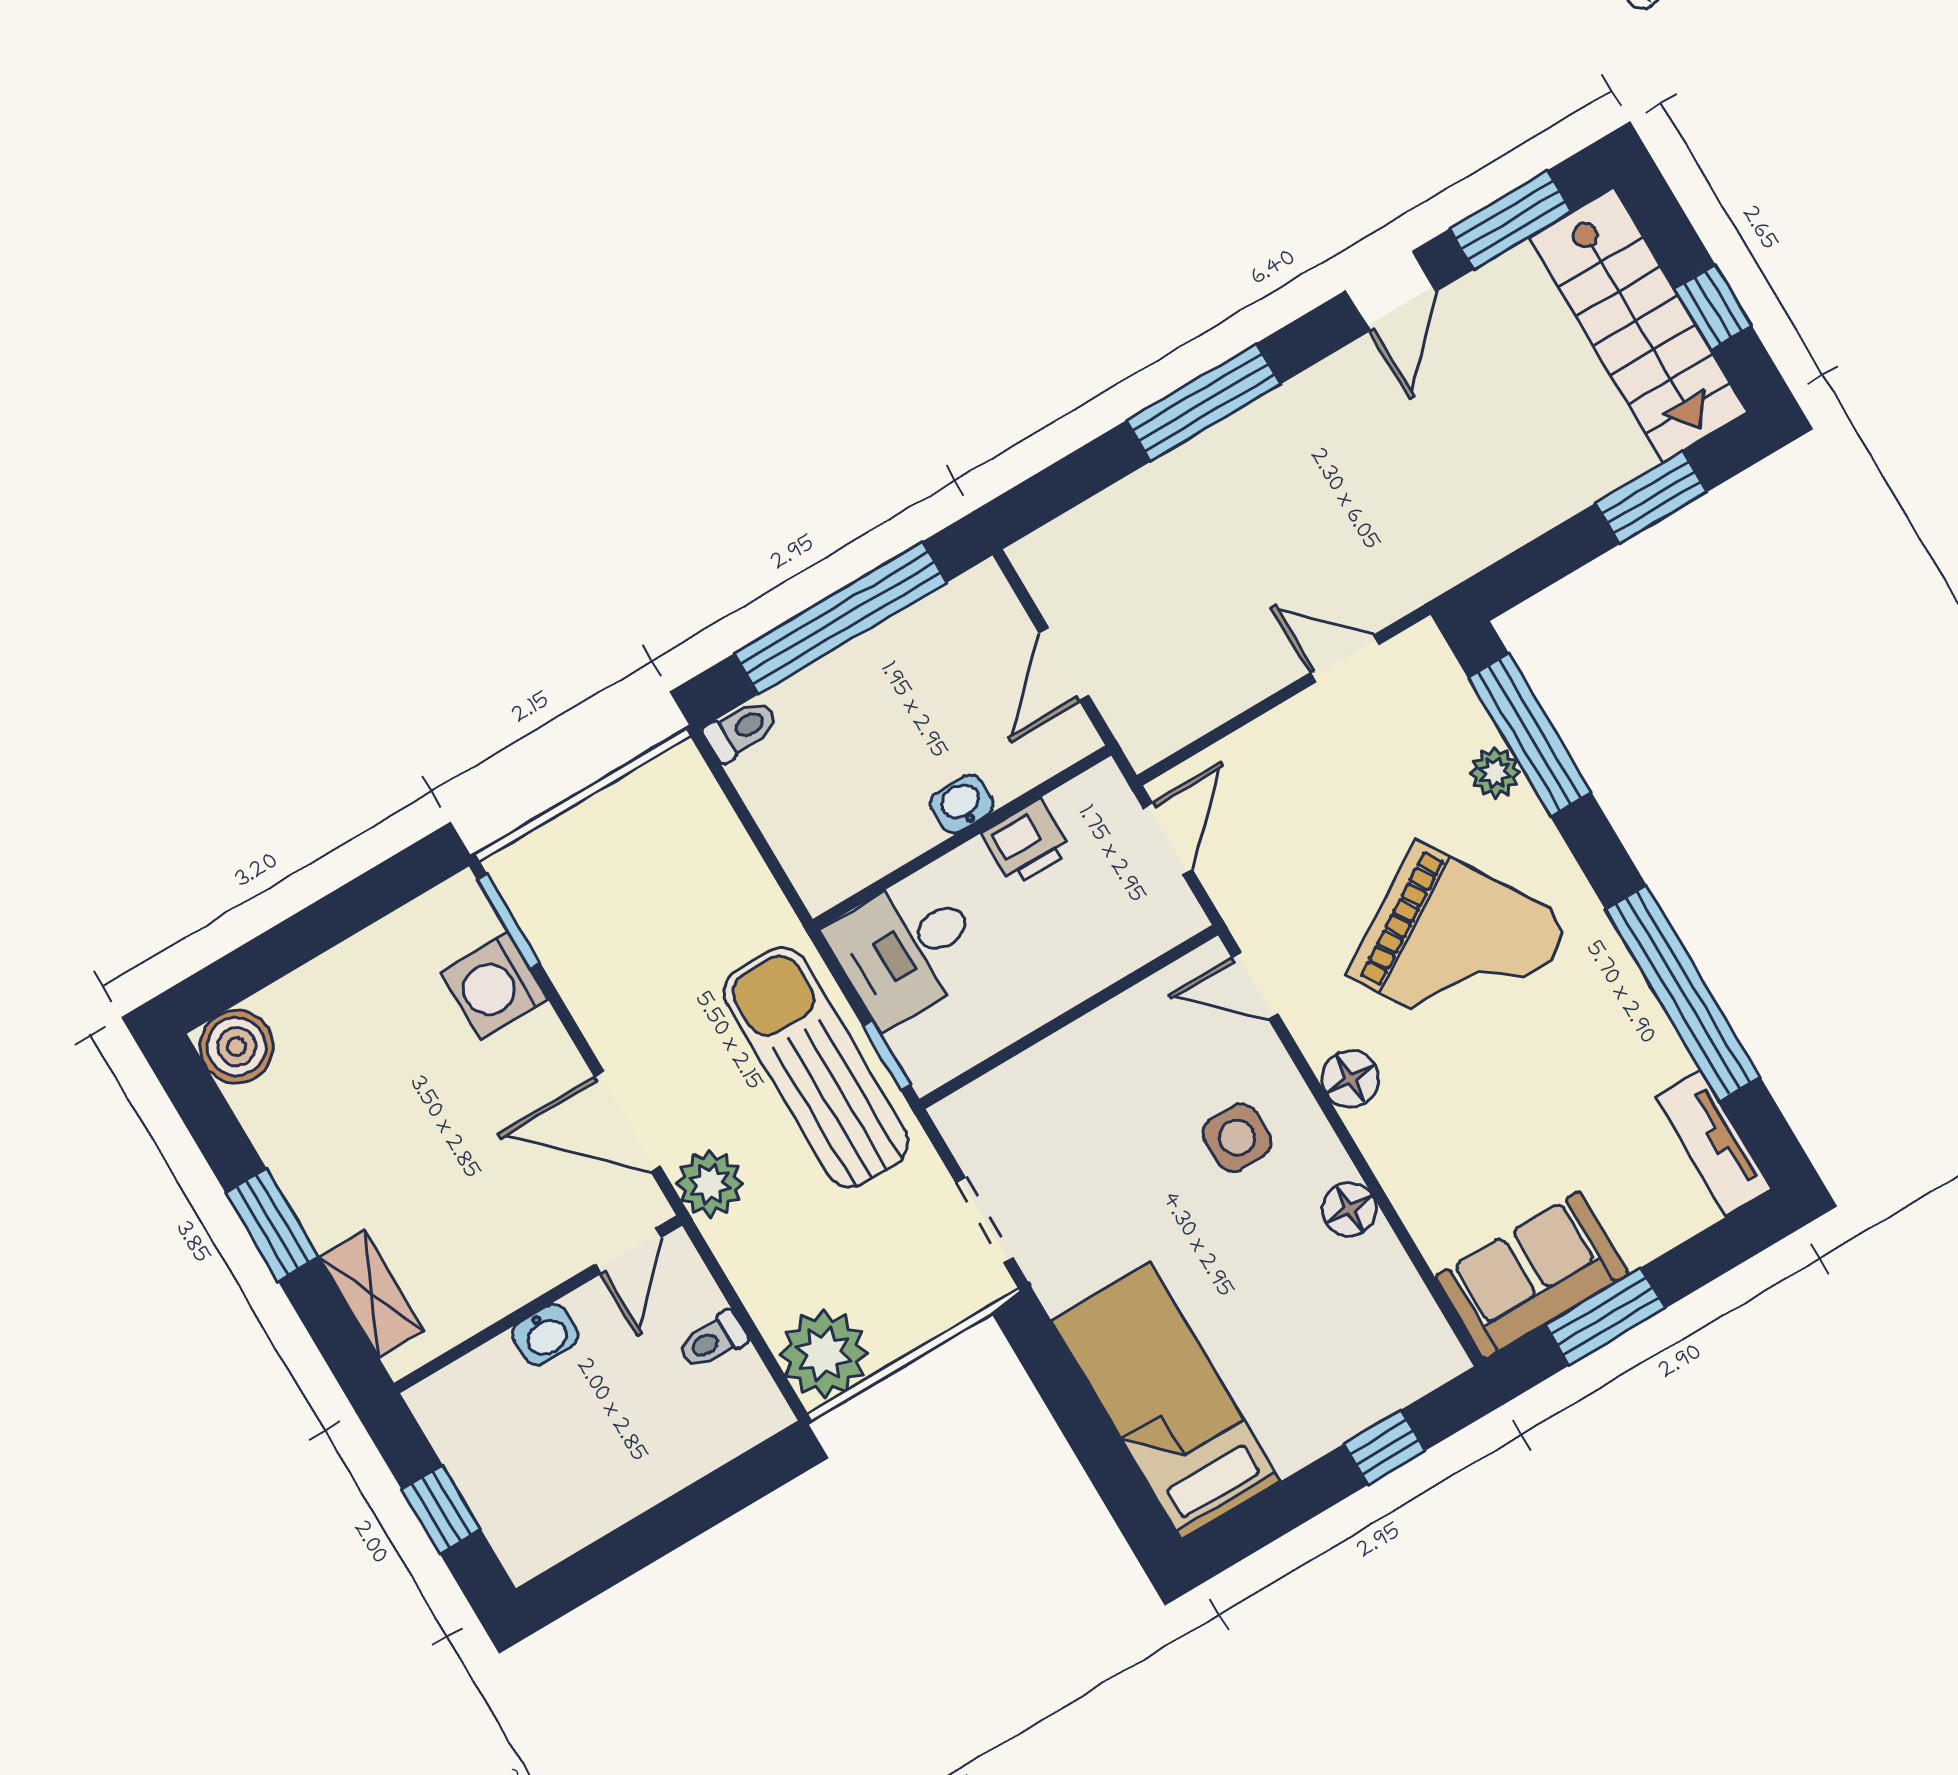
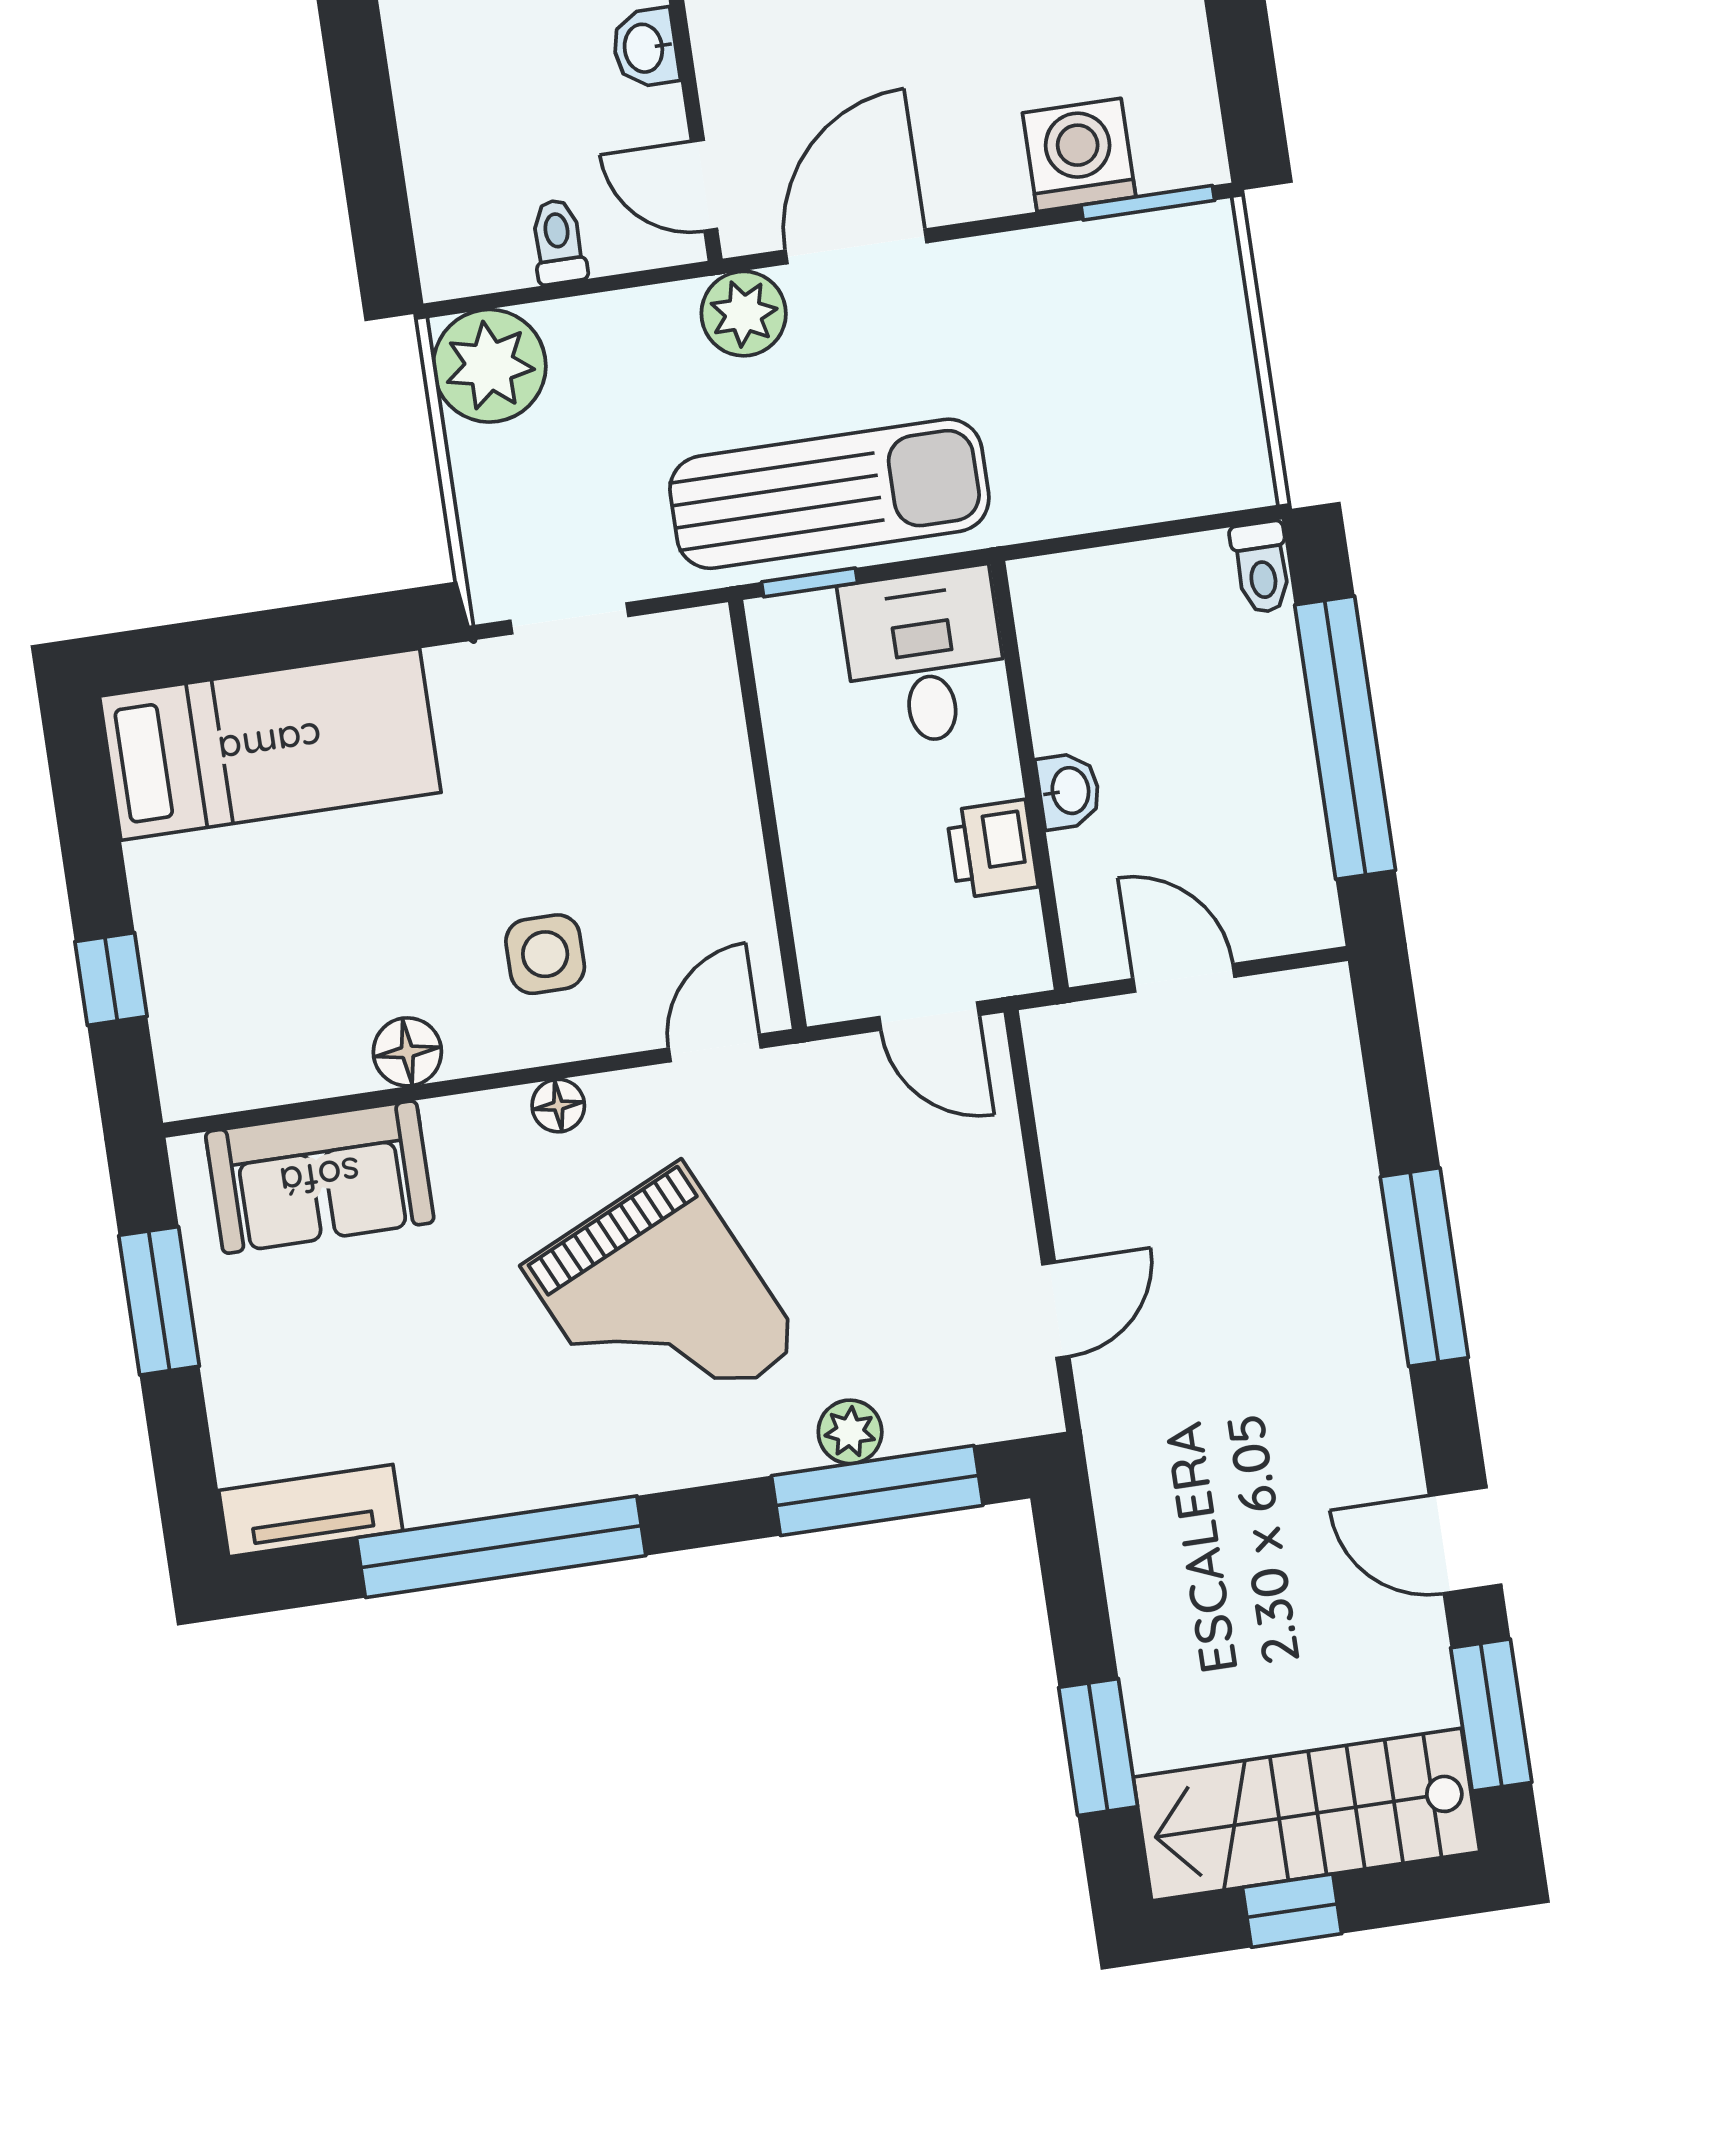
grand piano: (1459, 947) -> (662, 1306), turned -83
floor lamp: (1350, 1079) -> (558, 1106), width x0.73, depth x0.73
sofa: (1532, 1275) -> (320, 1177), moved, turned 90

